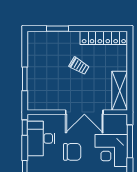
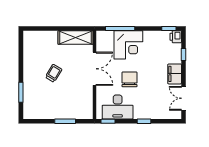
locker: (104, 38) -> (29, 51), removed

